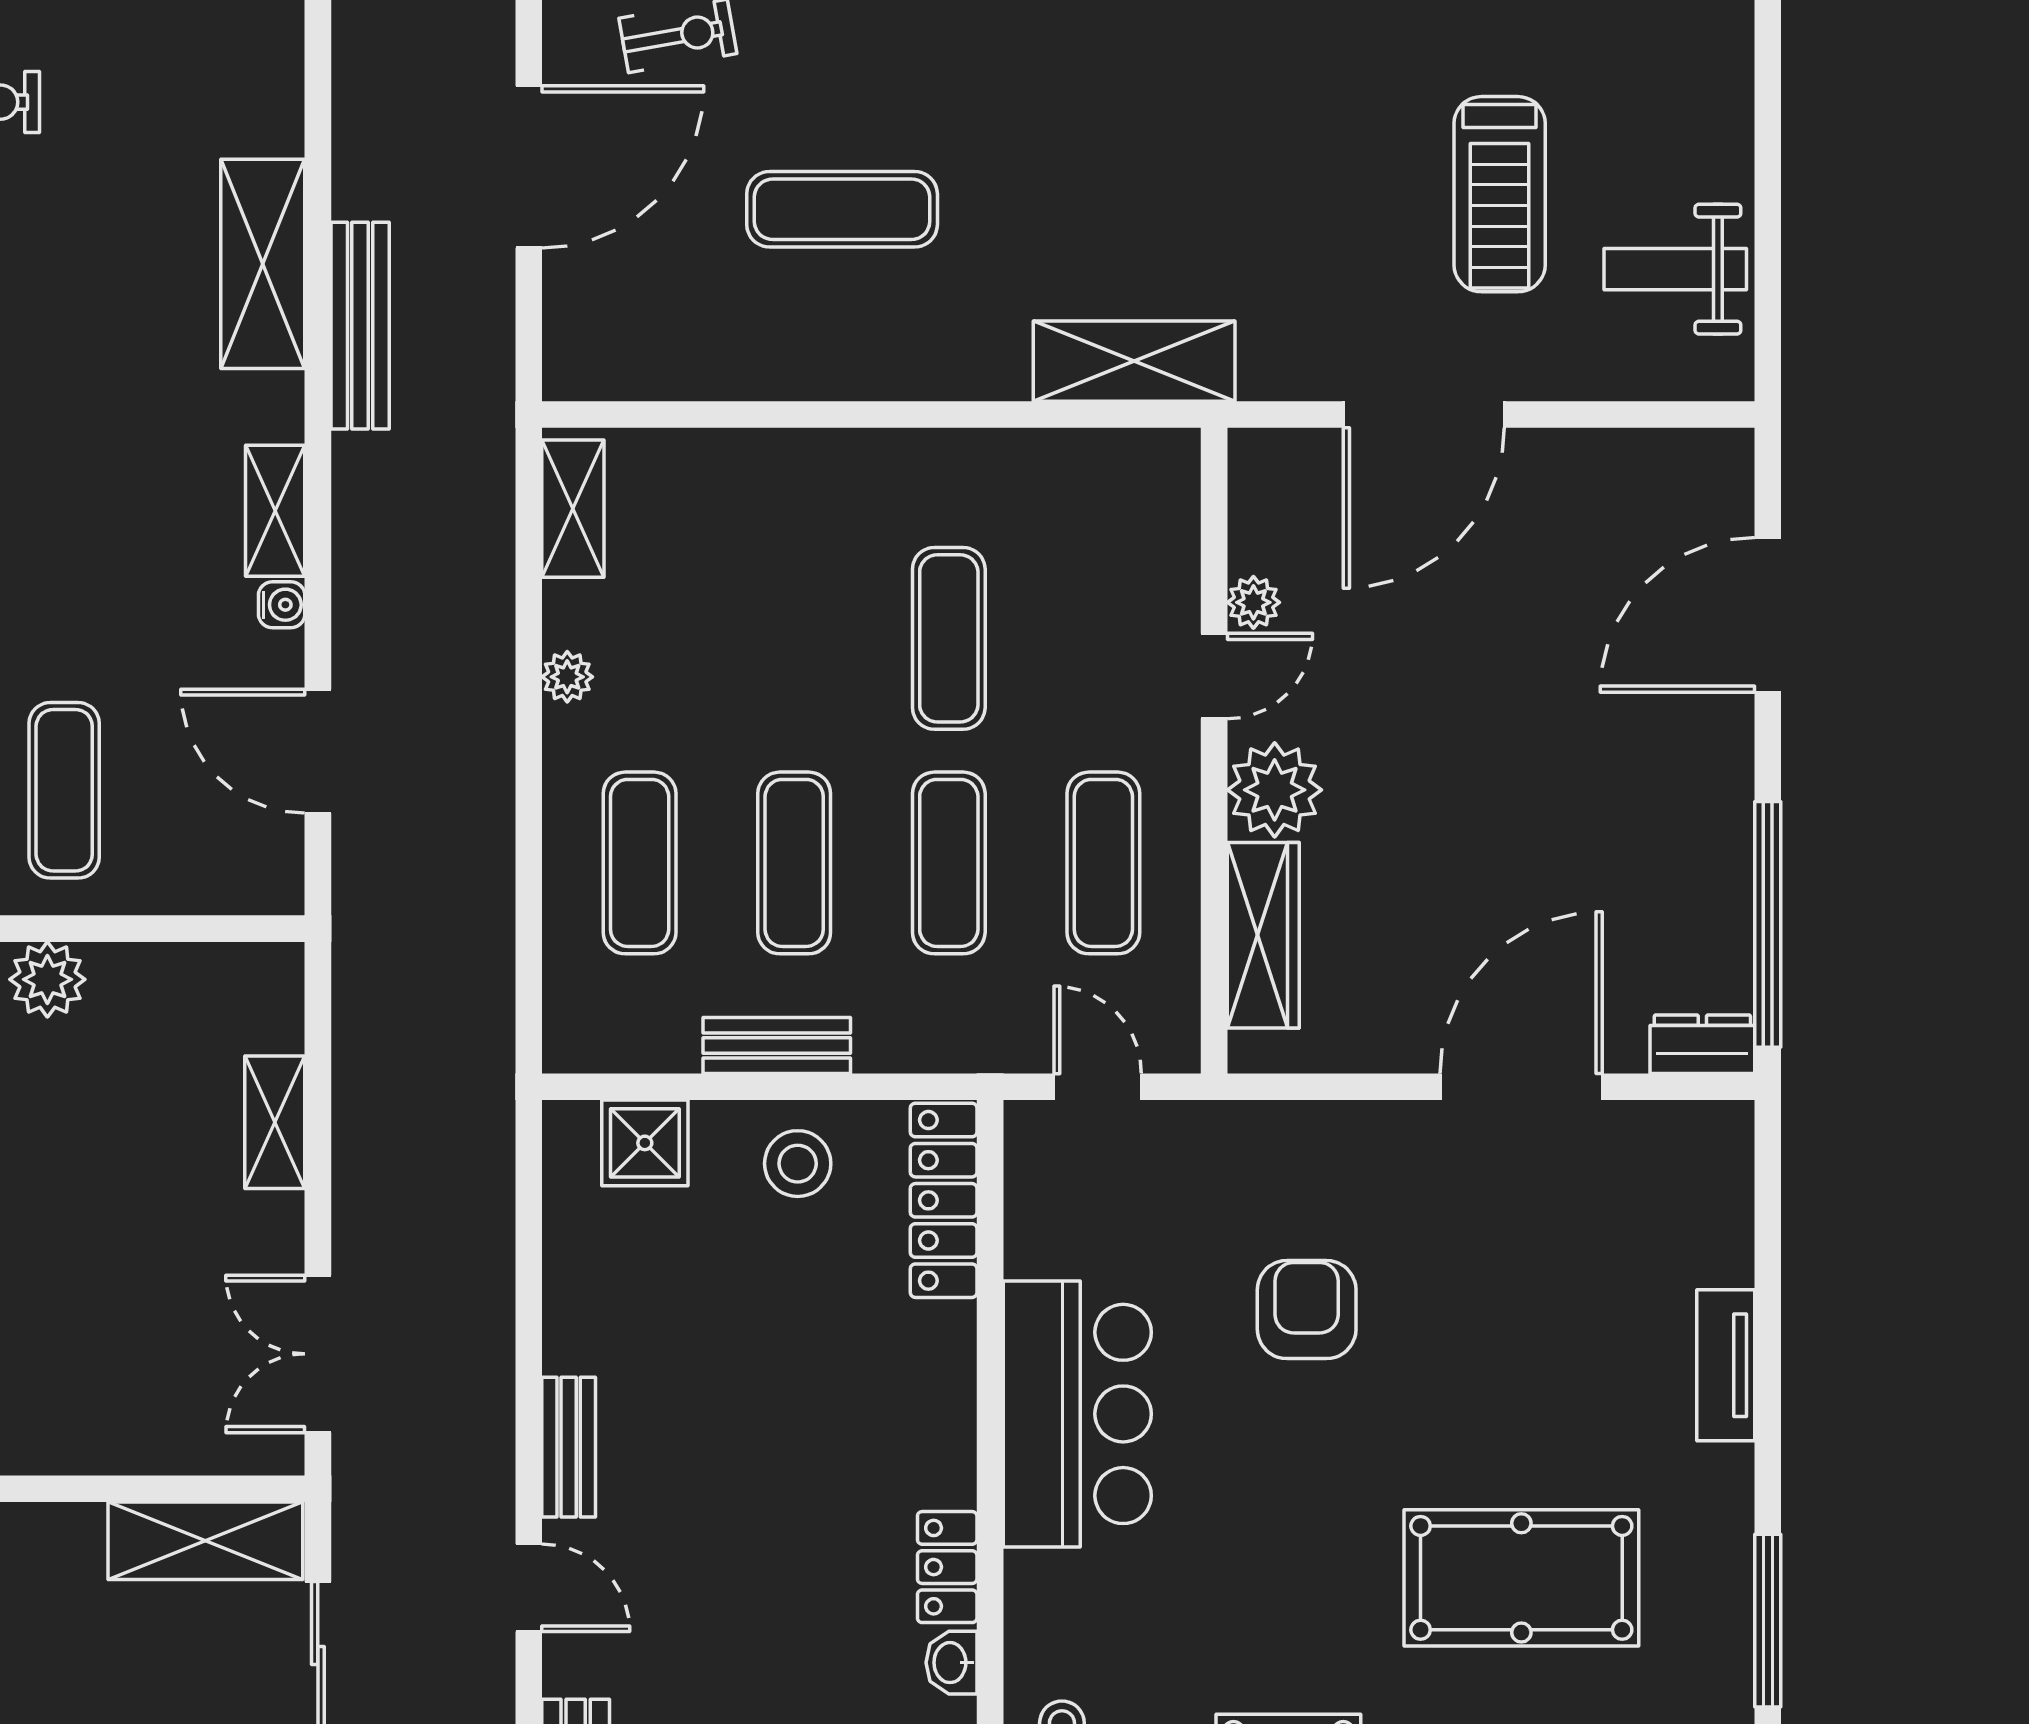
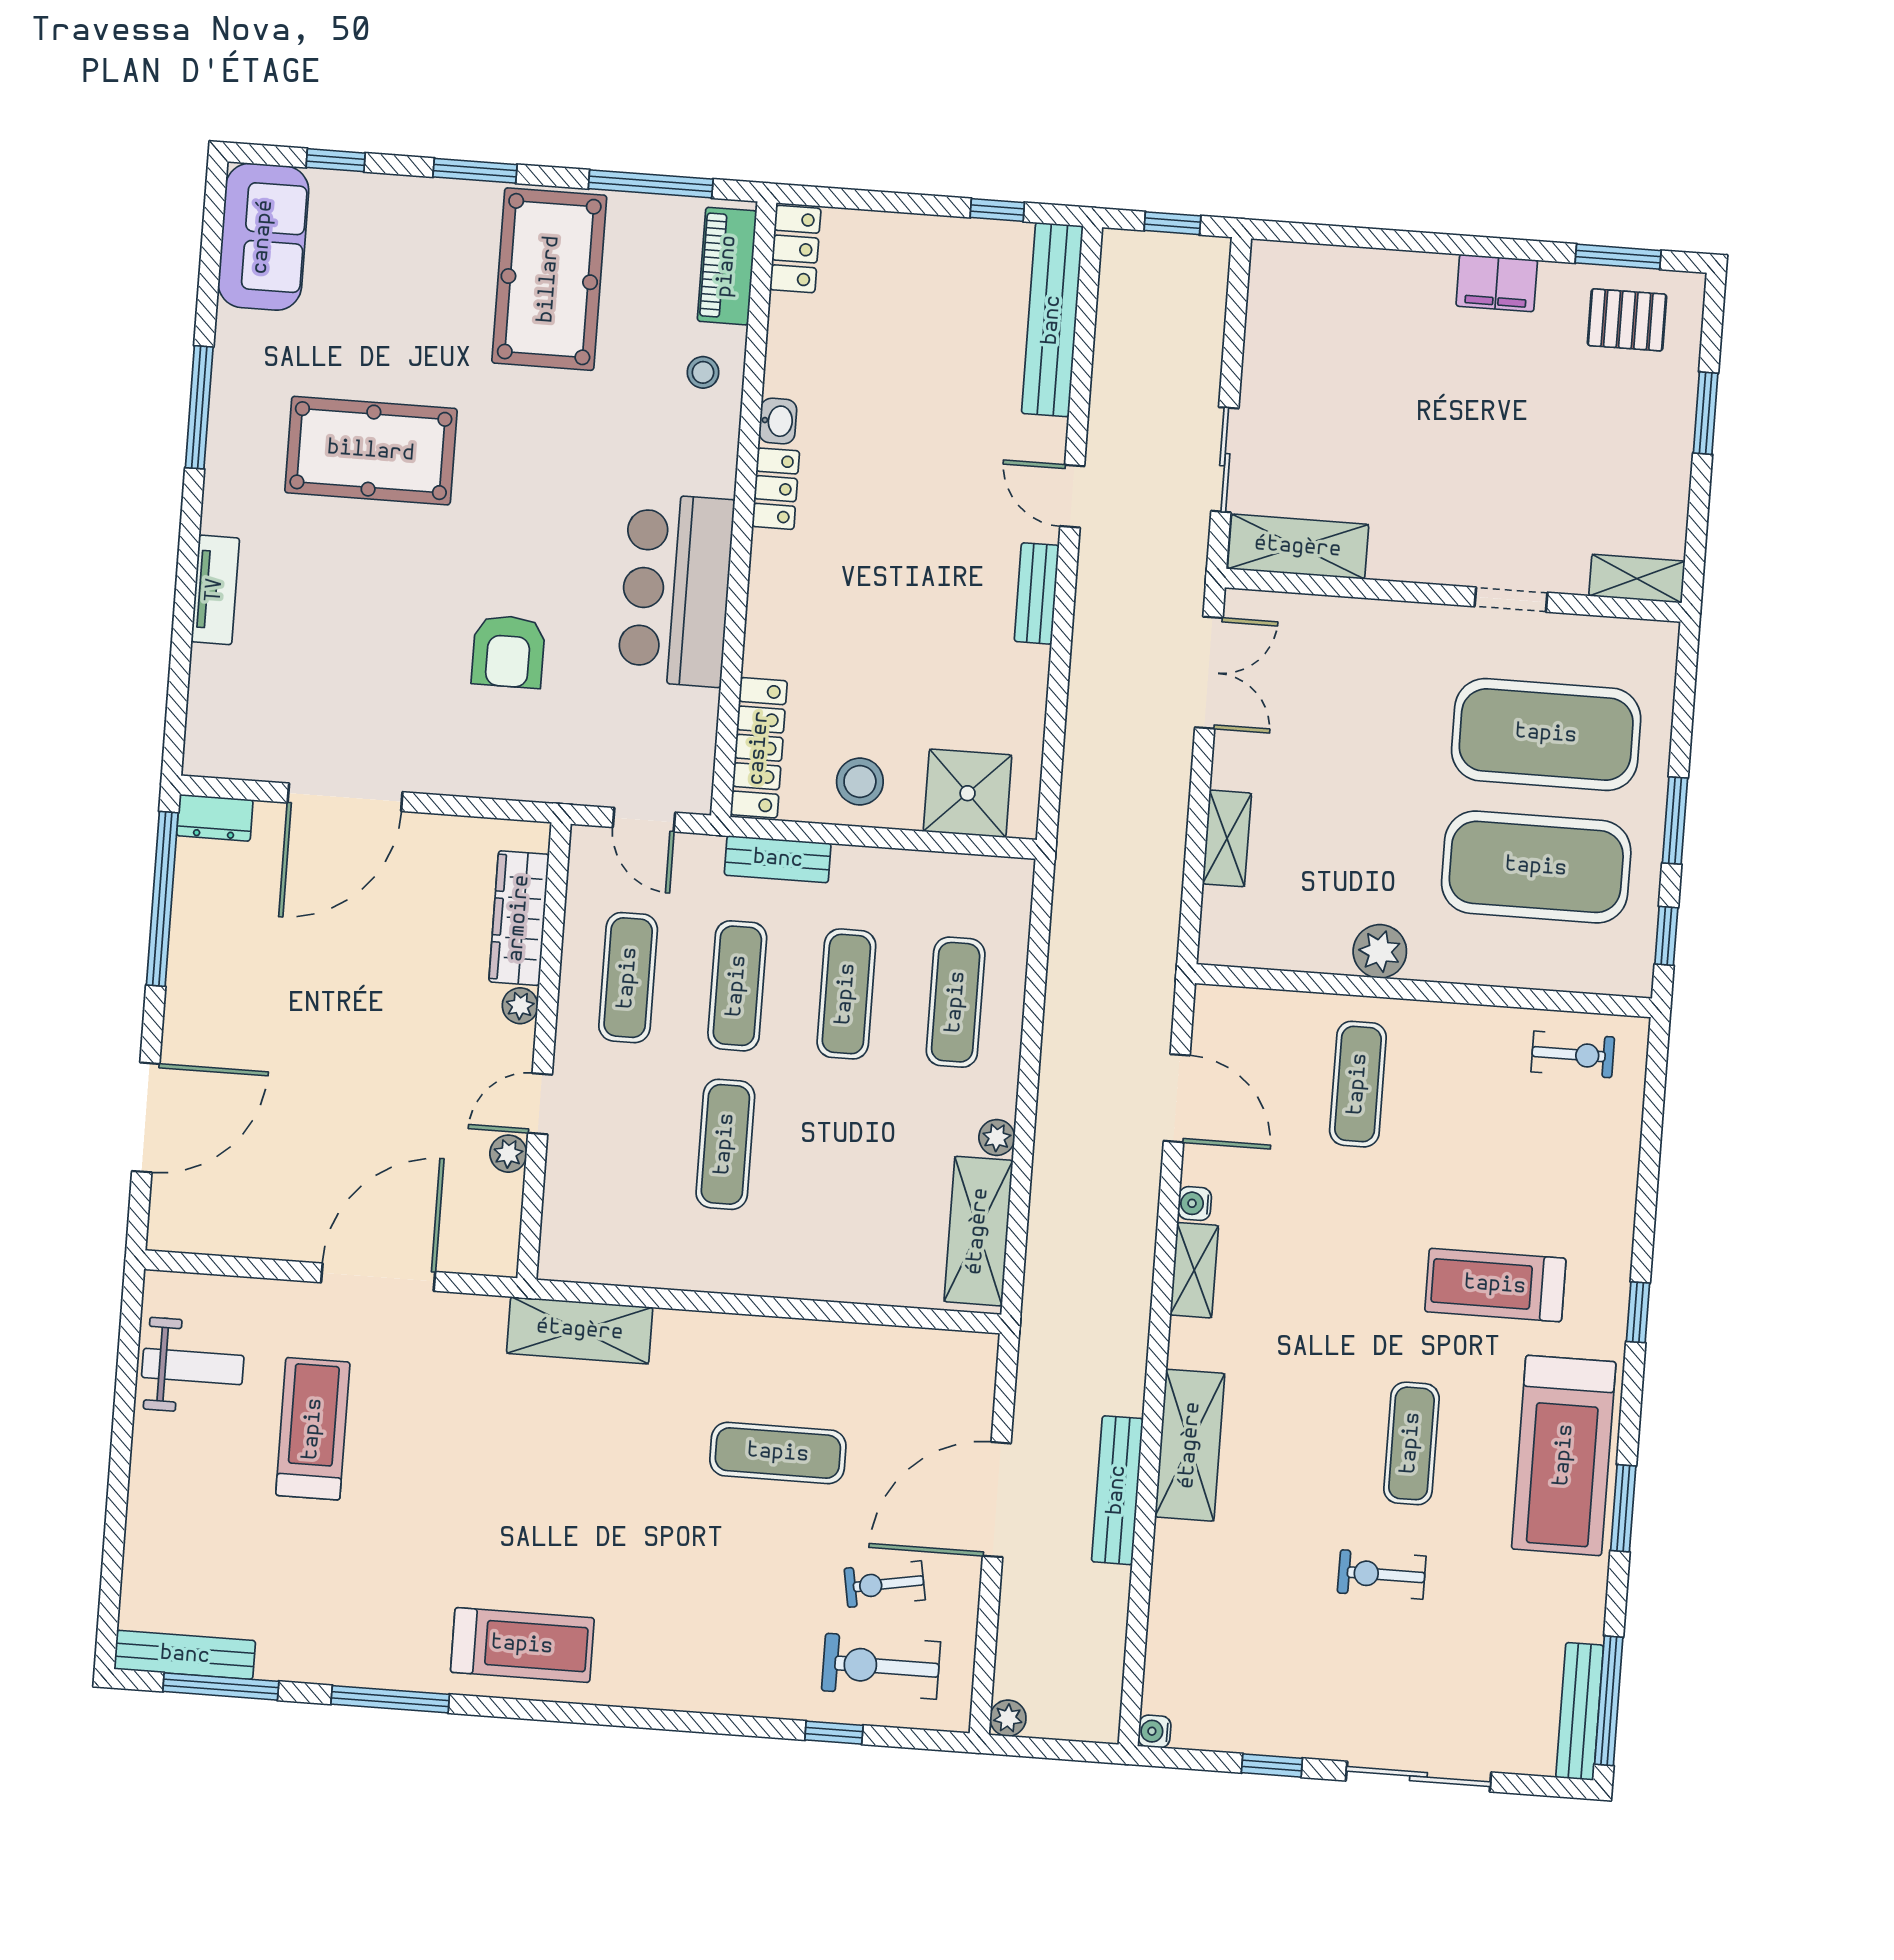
bench: (360, 326) -> (1117, 1490), moved
shelving: (573, 509) -> (978, 1231), width x1.50, depth x1.33
plant: (1275, 790) -> (520, 1006), width x0.53, depth x0.53
bench: (777, 1045) -> (778, 859), moved
shower: (645, 1143) -> (968, 793), width x1.36, depth x1.36

